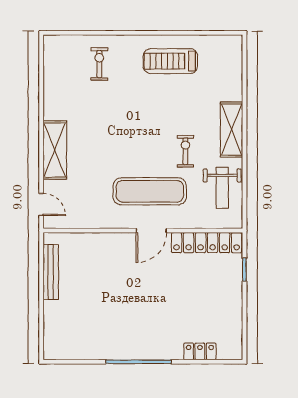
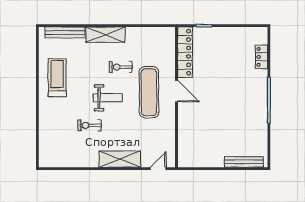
treadmill: (170, 61) -> (57, 78), turned 180
exercise bike: (99, 64) -> (90, 125), moved
bench: (235, 72) -> (65, 32), added
weight bench: (222, 188) -> (108, 98), moved
bench: (51, 272) -> (244, 162), moved

